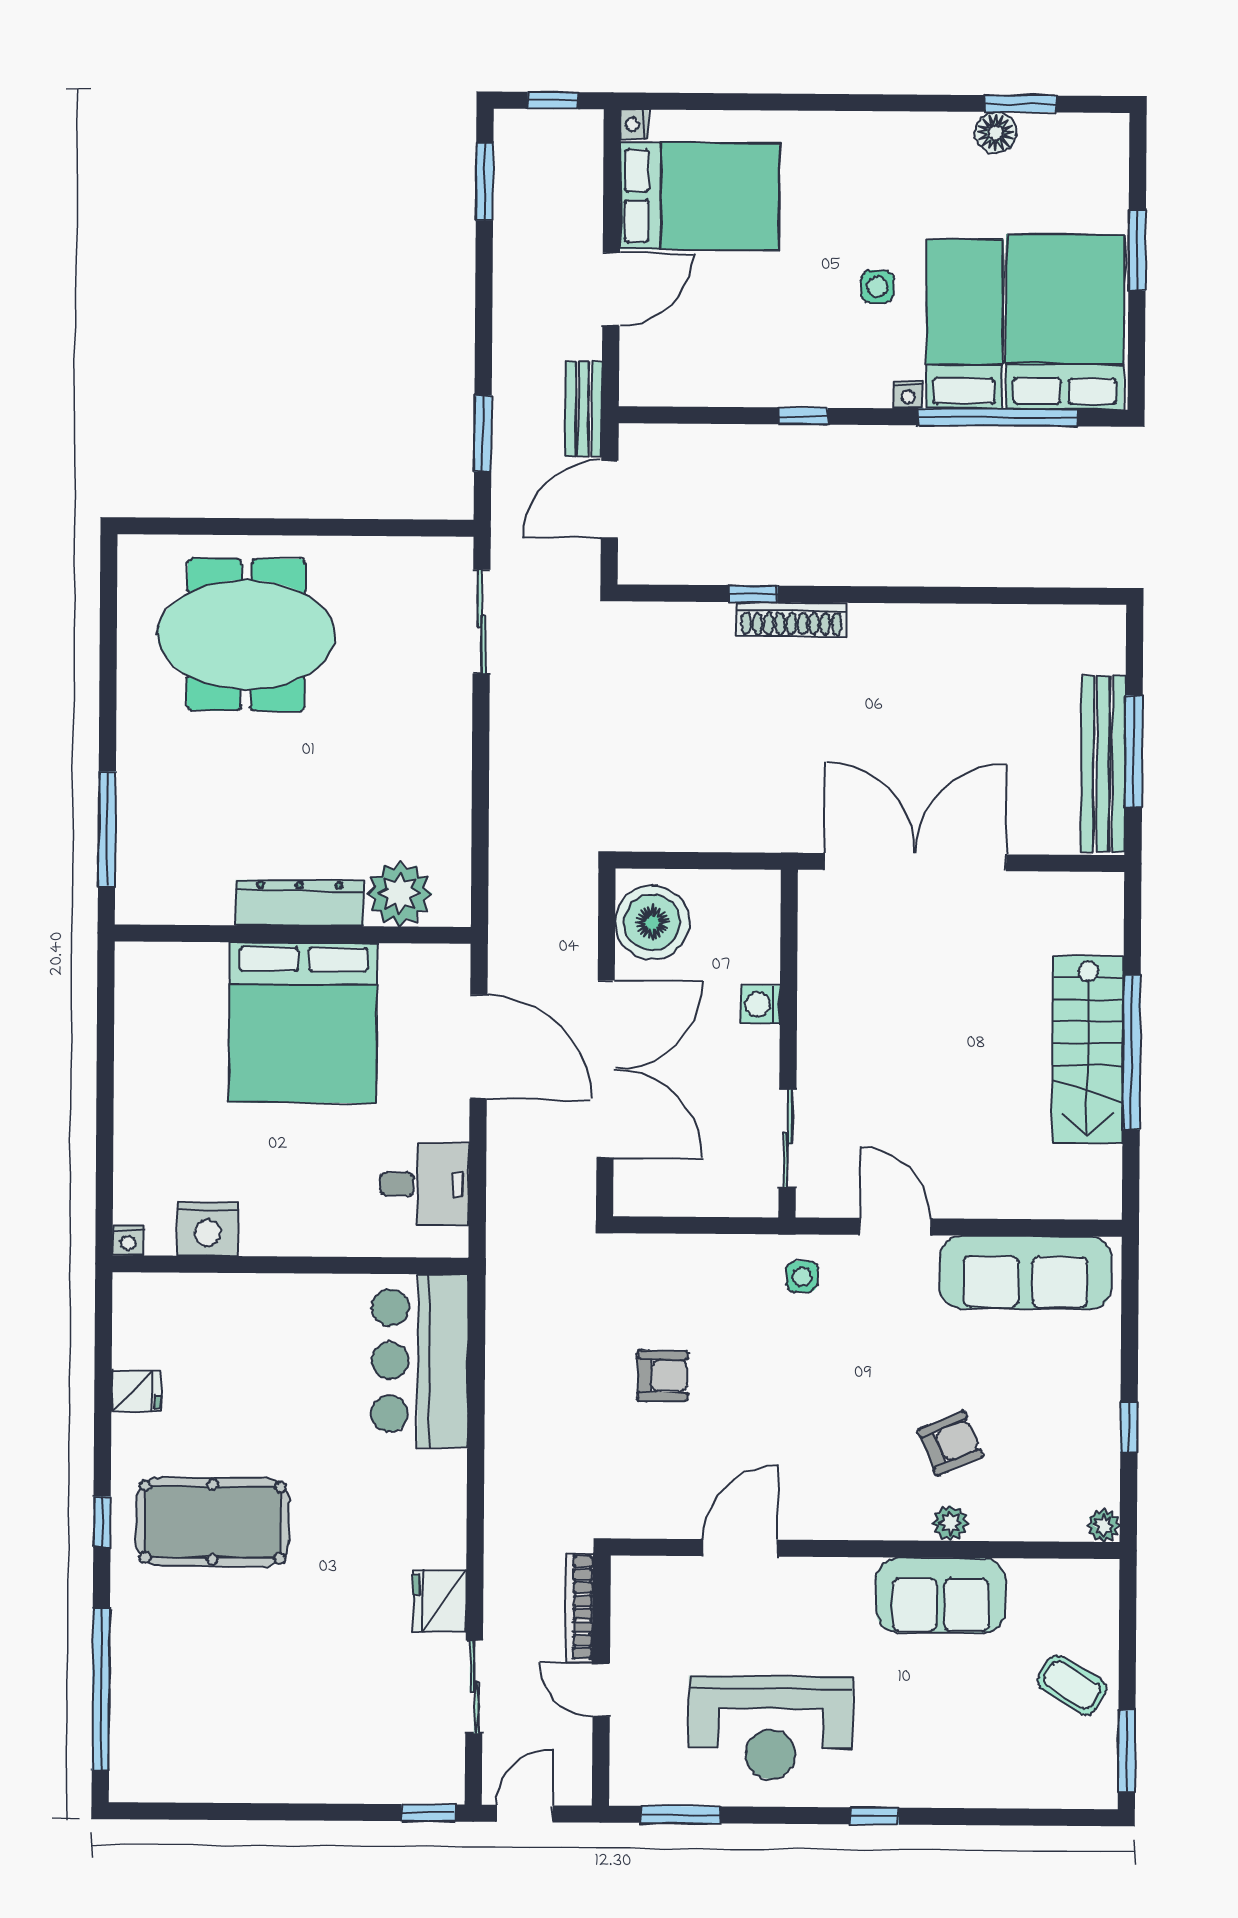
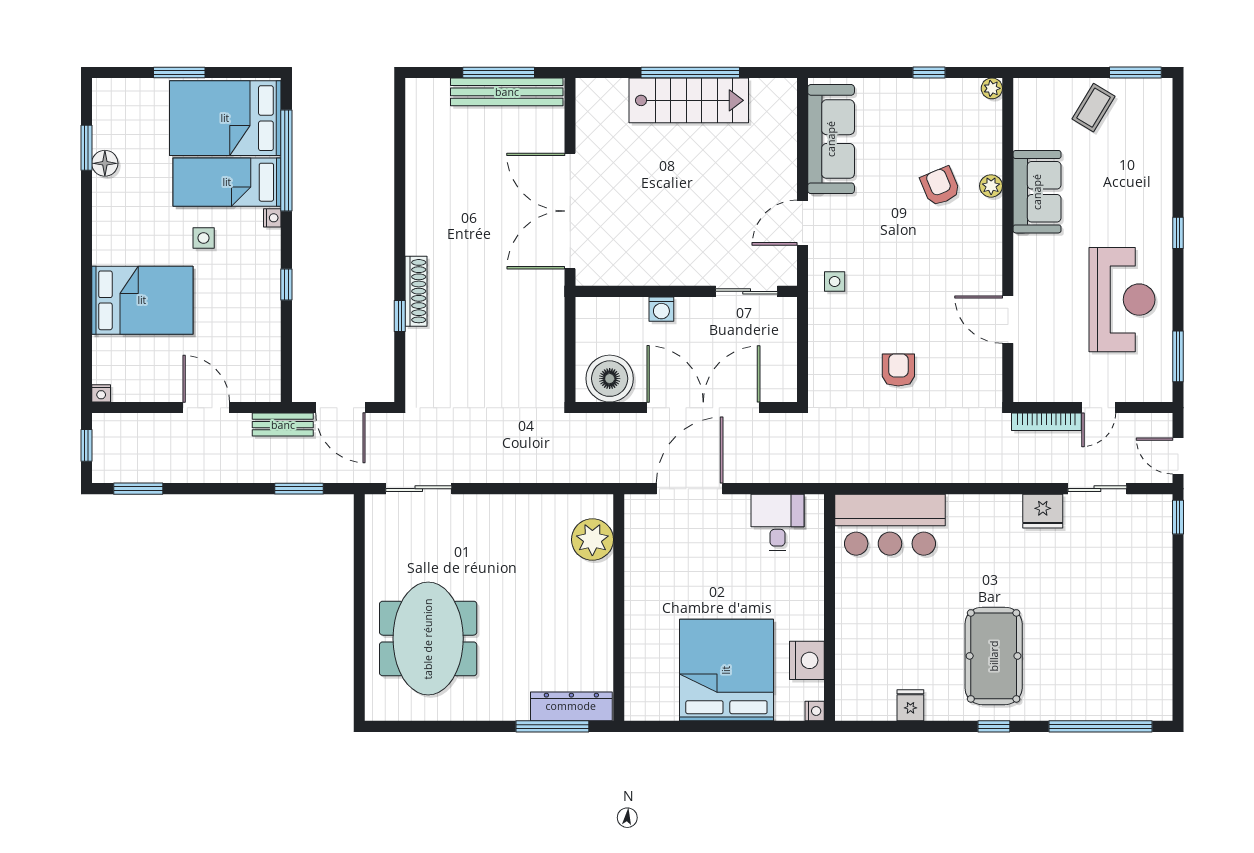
bed: (699, 196) -> (142, 300), moved, turned 90
dresser: (300, 903) -> (571, 706), moved, turned 90
bed: (303, 1023) -> (726, 670), moved, turned -90

